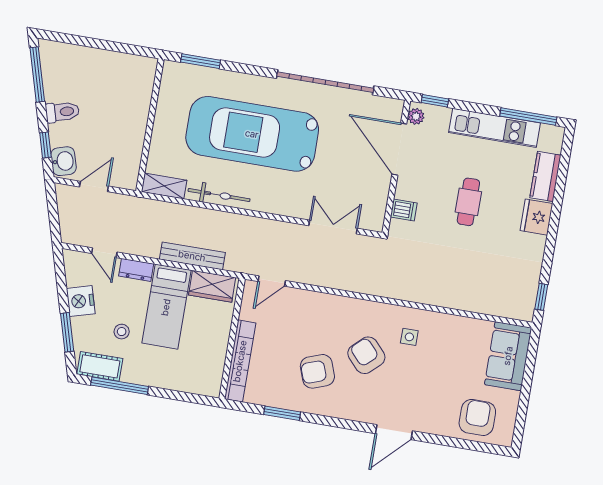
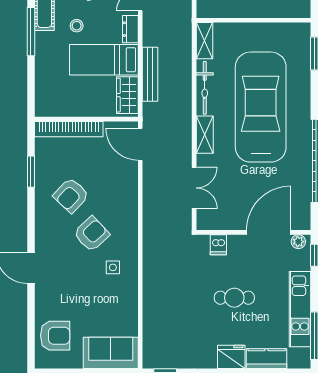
shelving: (273, 204) -> (205, 135), added
door: (272, 281) -> (140, 144), width x1.38
armchair: (317, 371) -> (71, 195), turned -117

